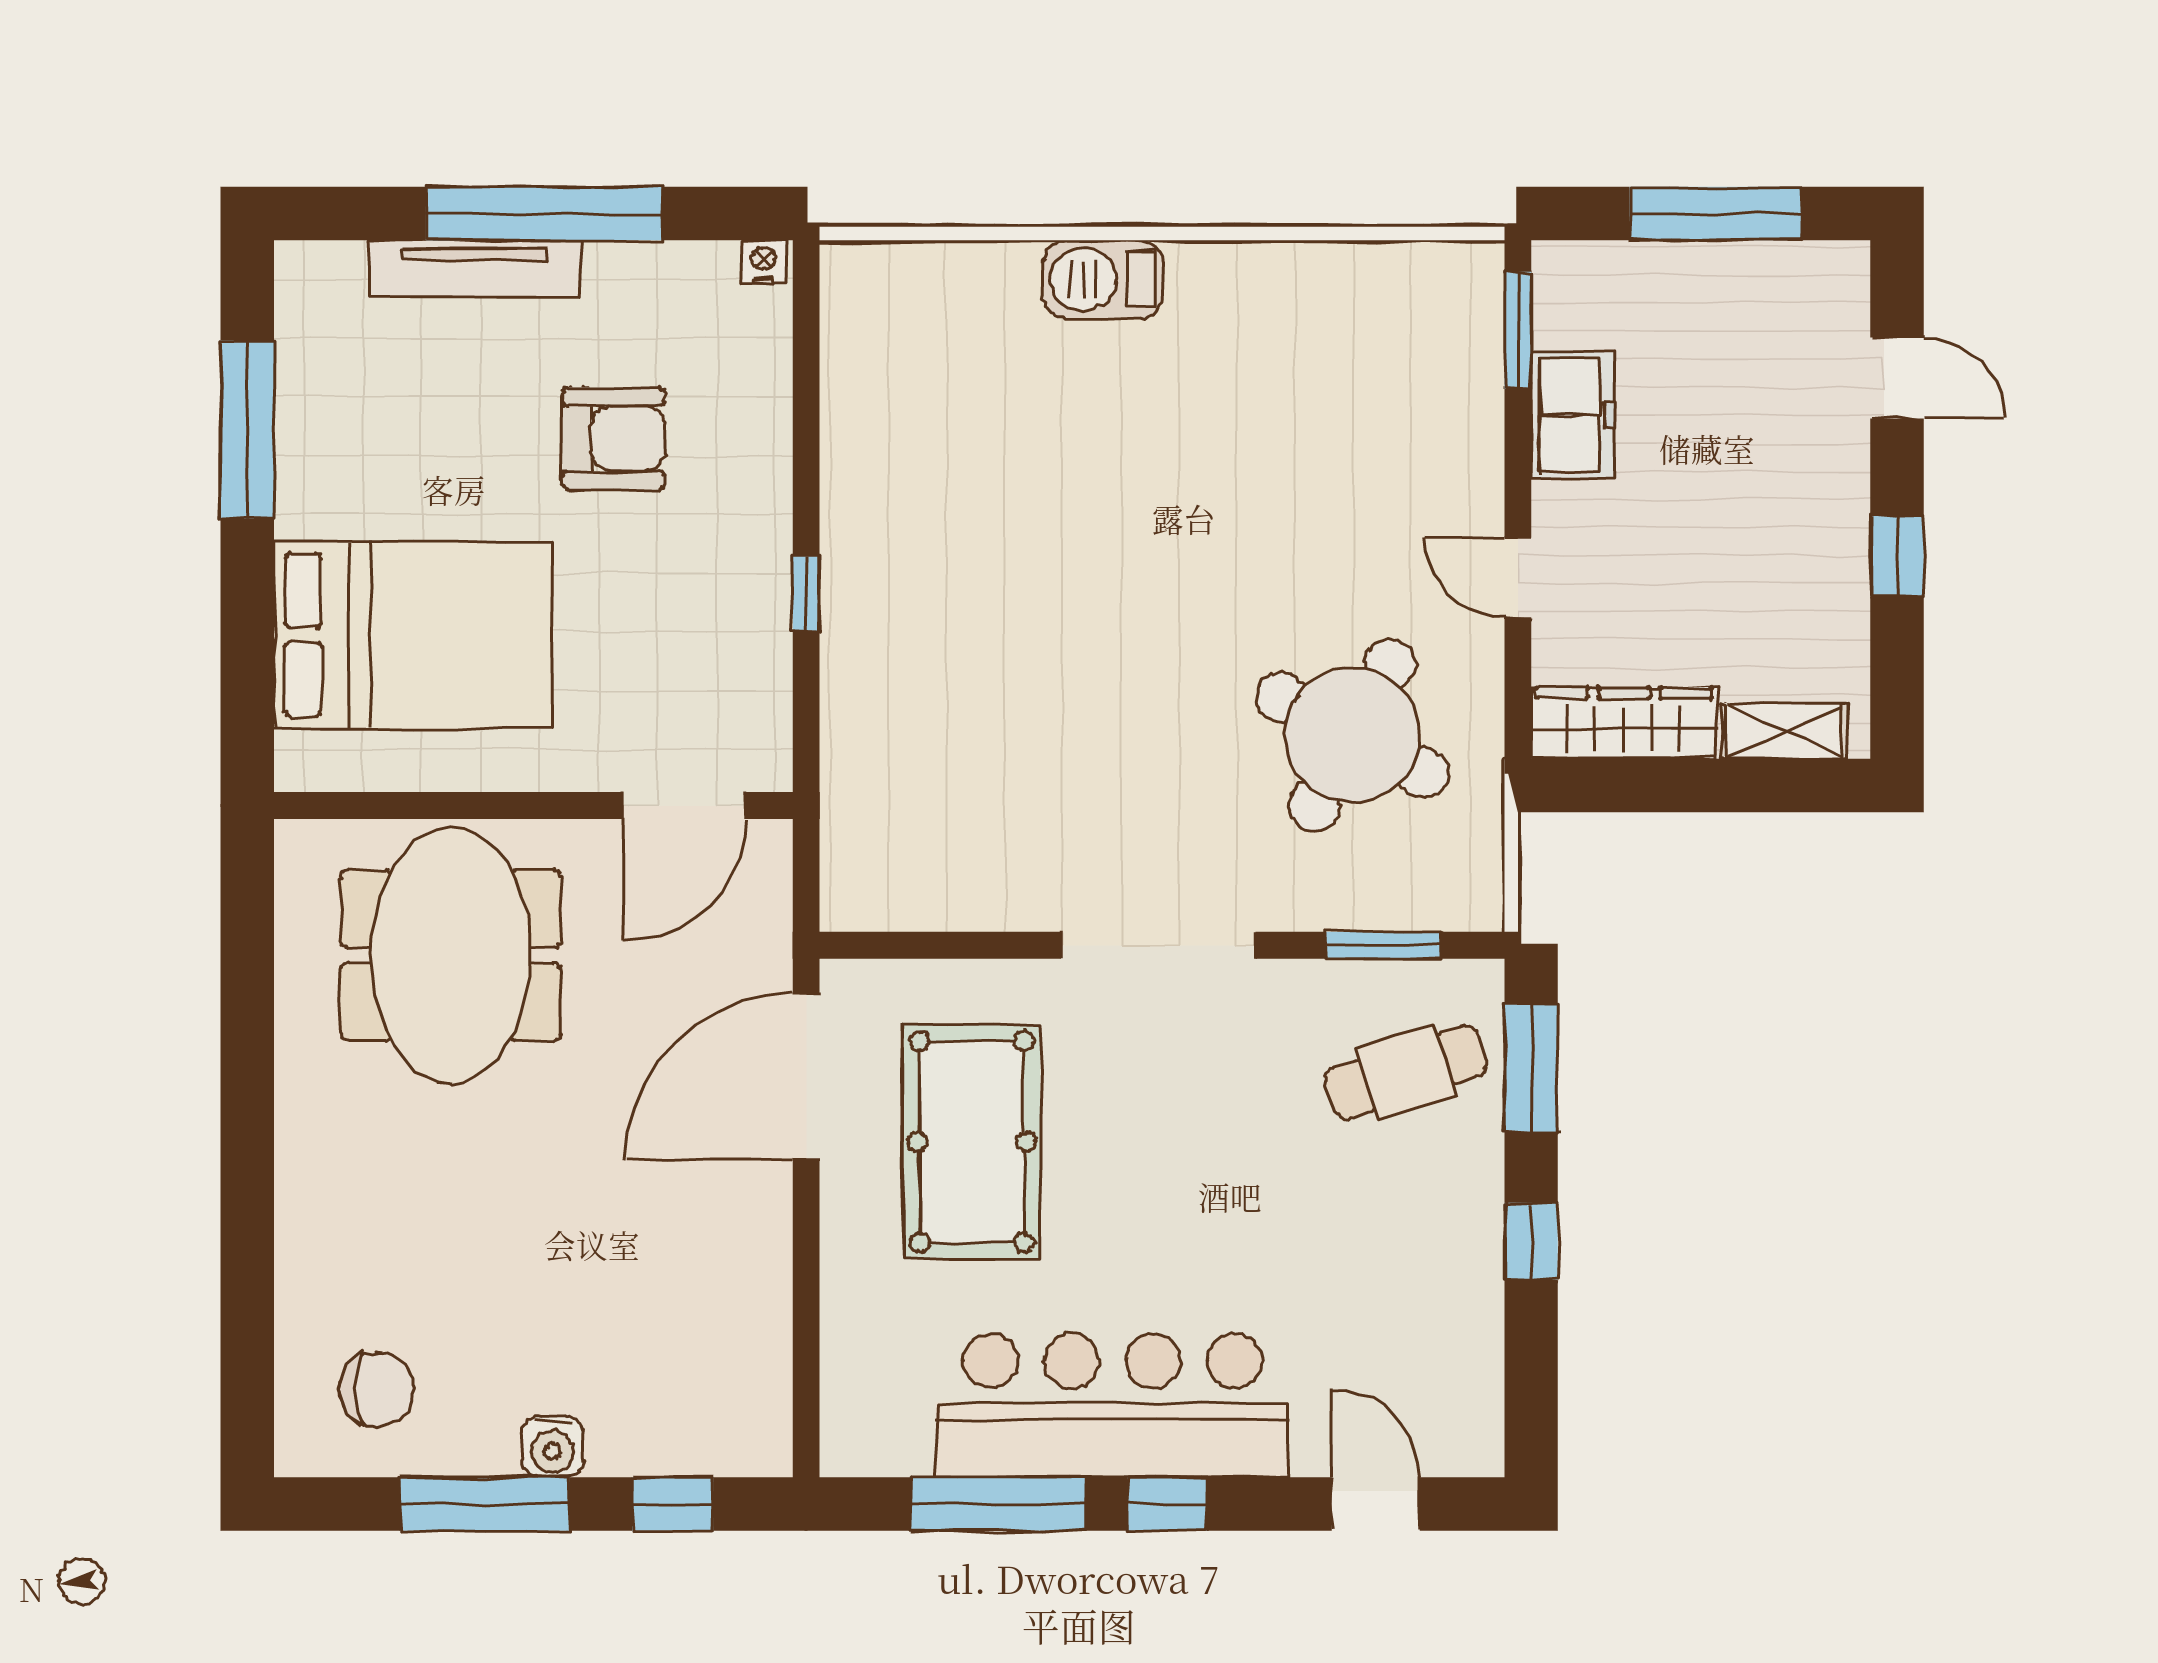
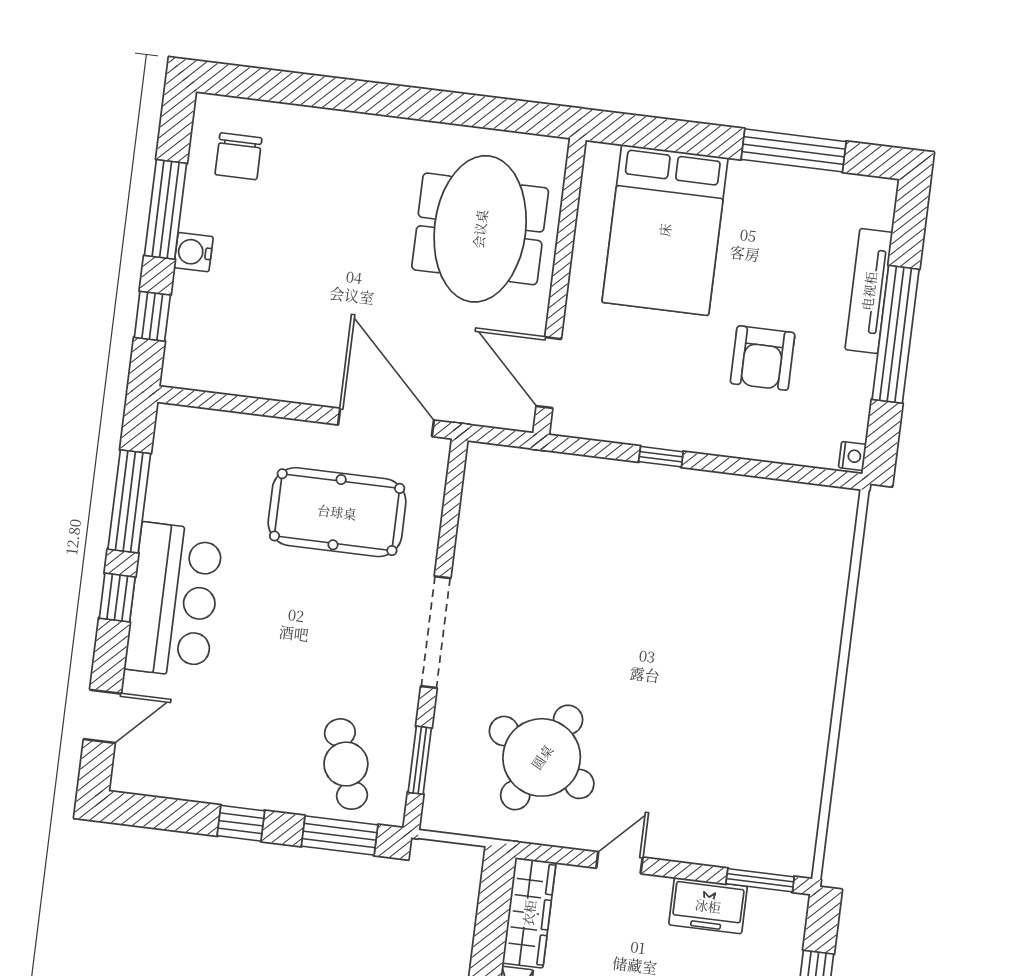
barbecue: (1103, 279) -> (819, 648), removed
meeting table: (451, 955) -> (480, 229), turned 90
bar counter: (1112, 1405) -> (174, 600), width x0.73

